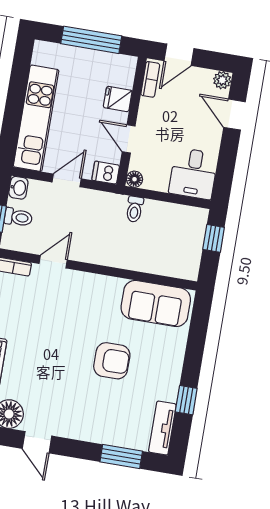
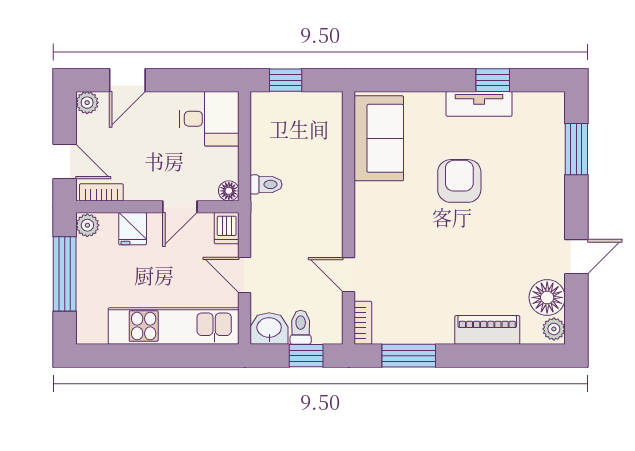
plant: (126, 64) -> (87, 225), added
washbasin: (18, 188) -> (269, 328), width x1.38, depth x1.45
tv unit: (162, 428) -> (479, 104), moved

